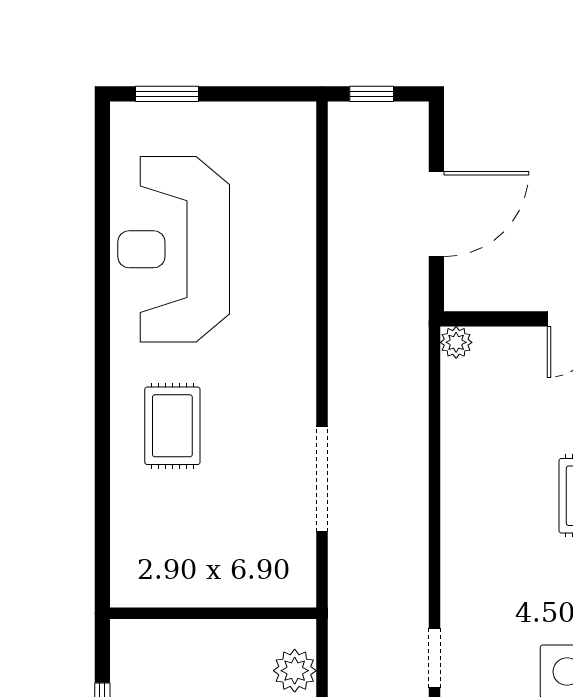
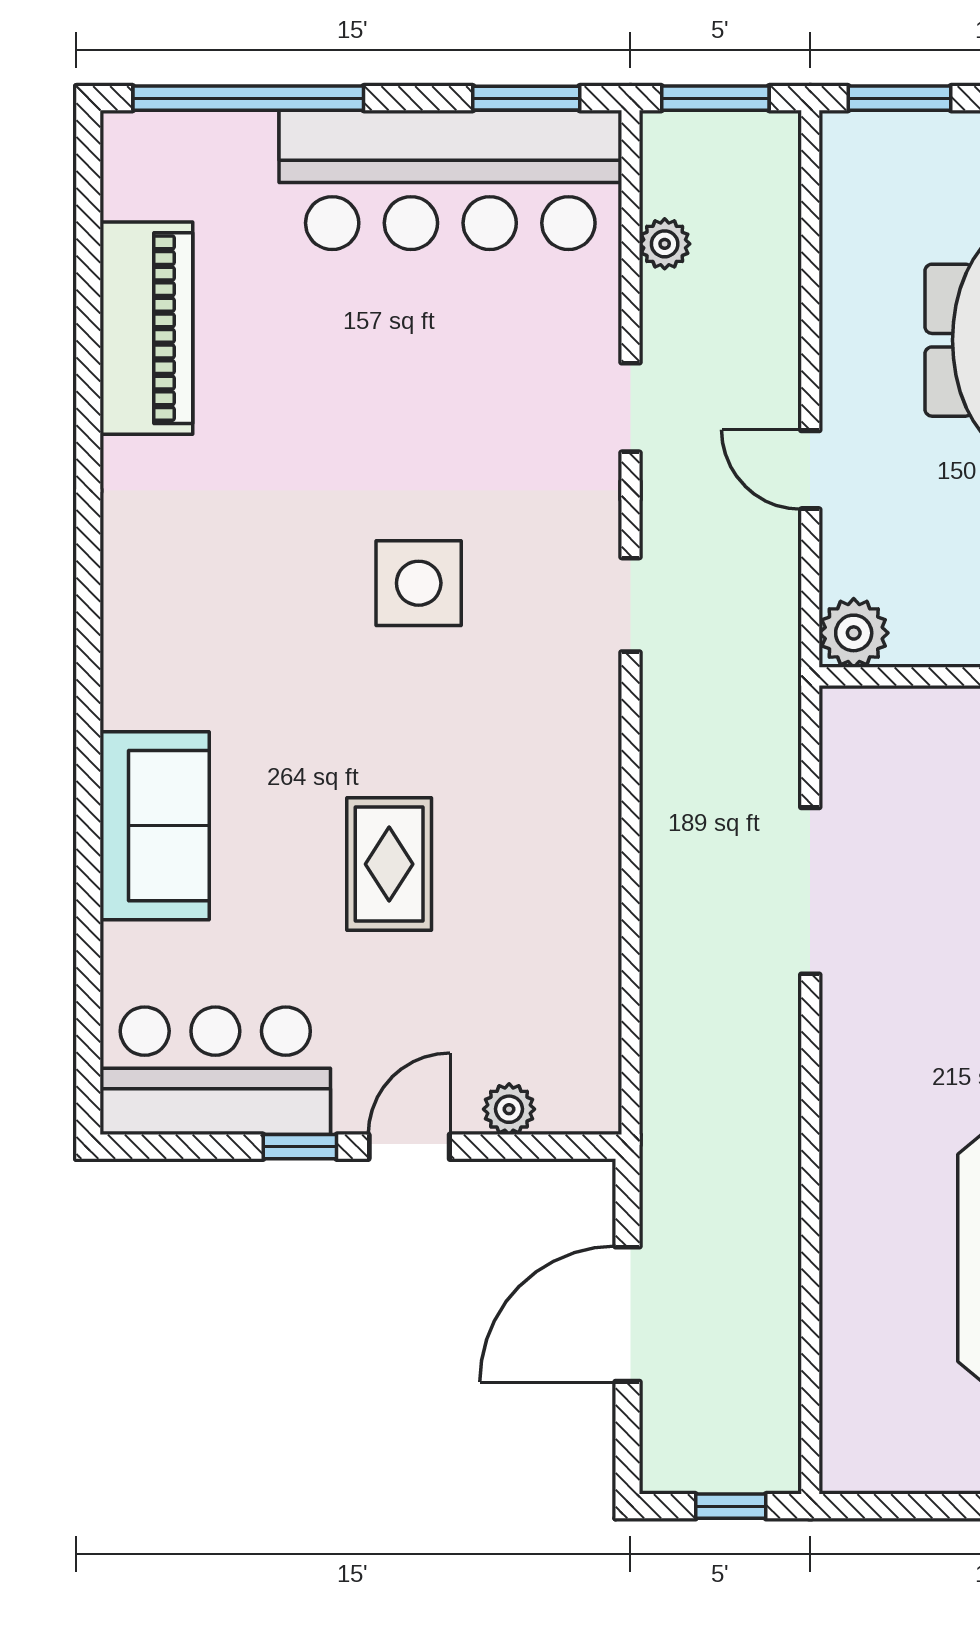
plant: (456, 342) -> (509, 1109), moved
plant: (295, 671) -> (854, 633), moved

